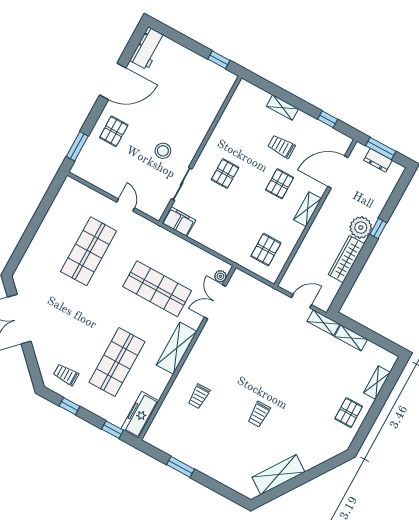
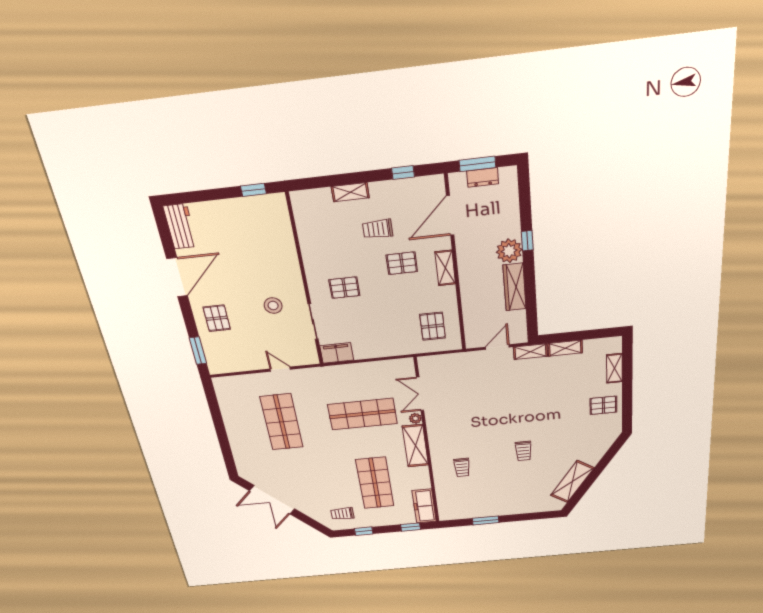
pallet: (225, 174) -> (344, 288), turned 90
pallet: (280, 184) -> (402, 263), turned 90
plant: (220, 276) -> (415, 418), moved
pallet: (349, 413) -> (603, 405), turned 90

